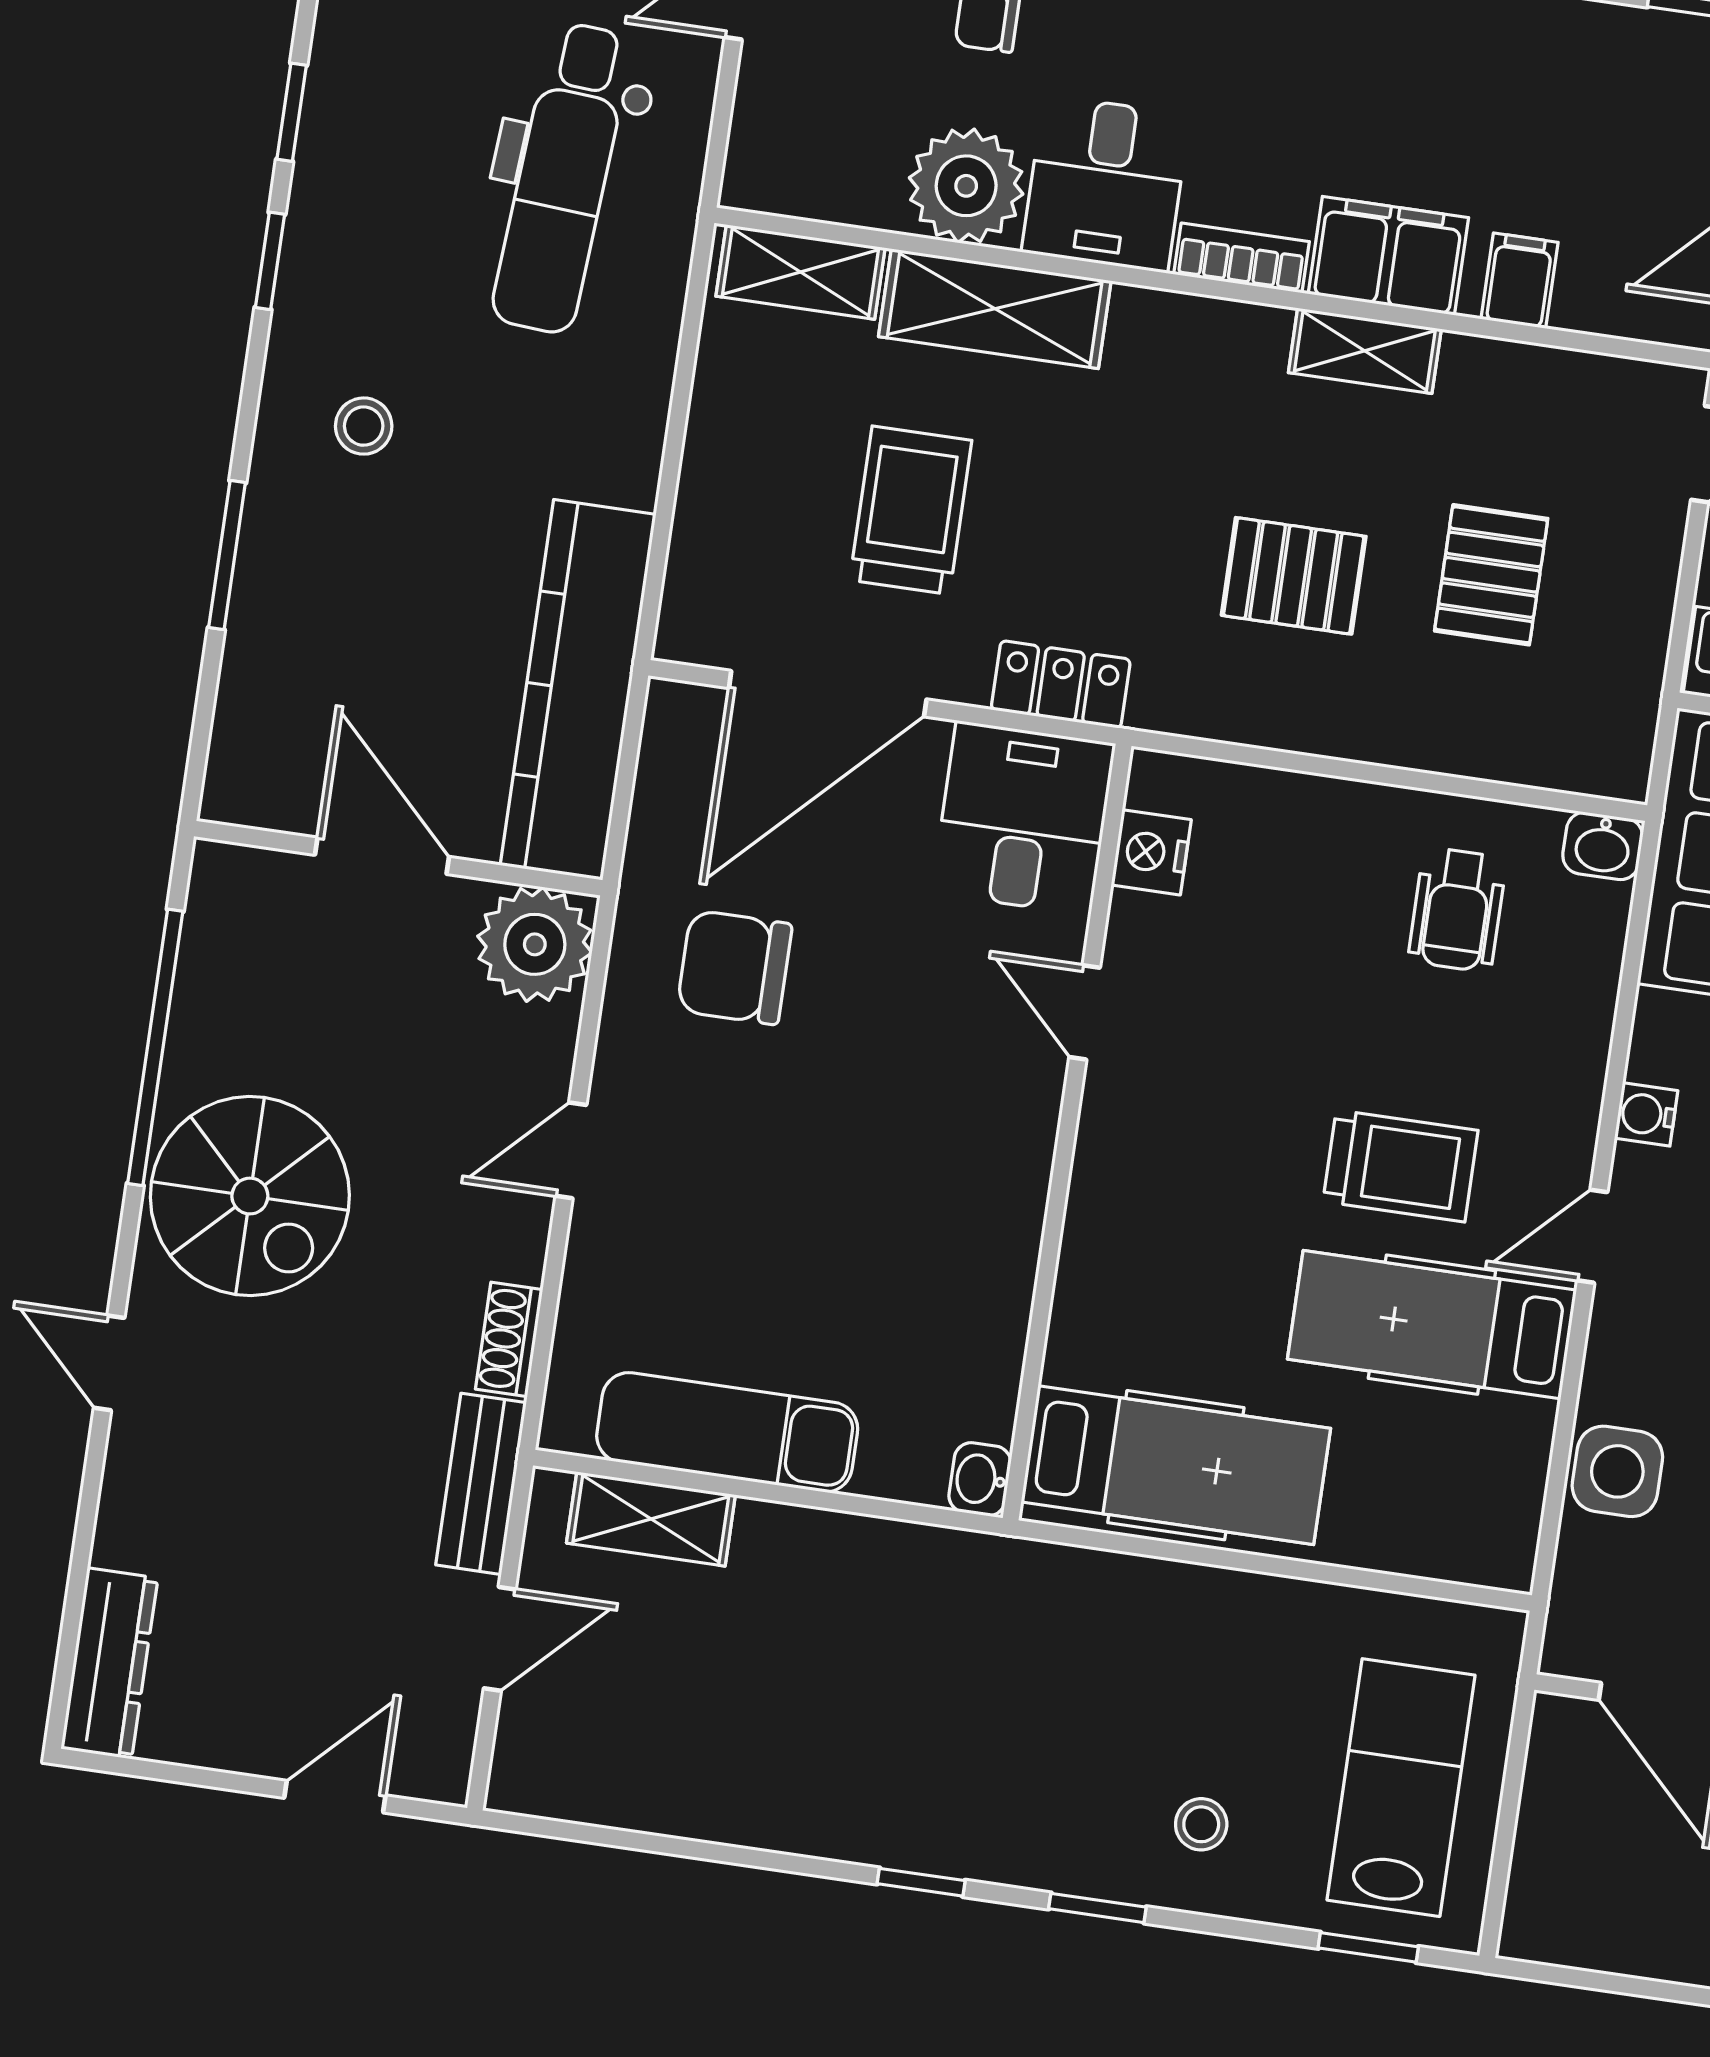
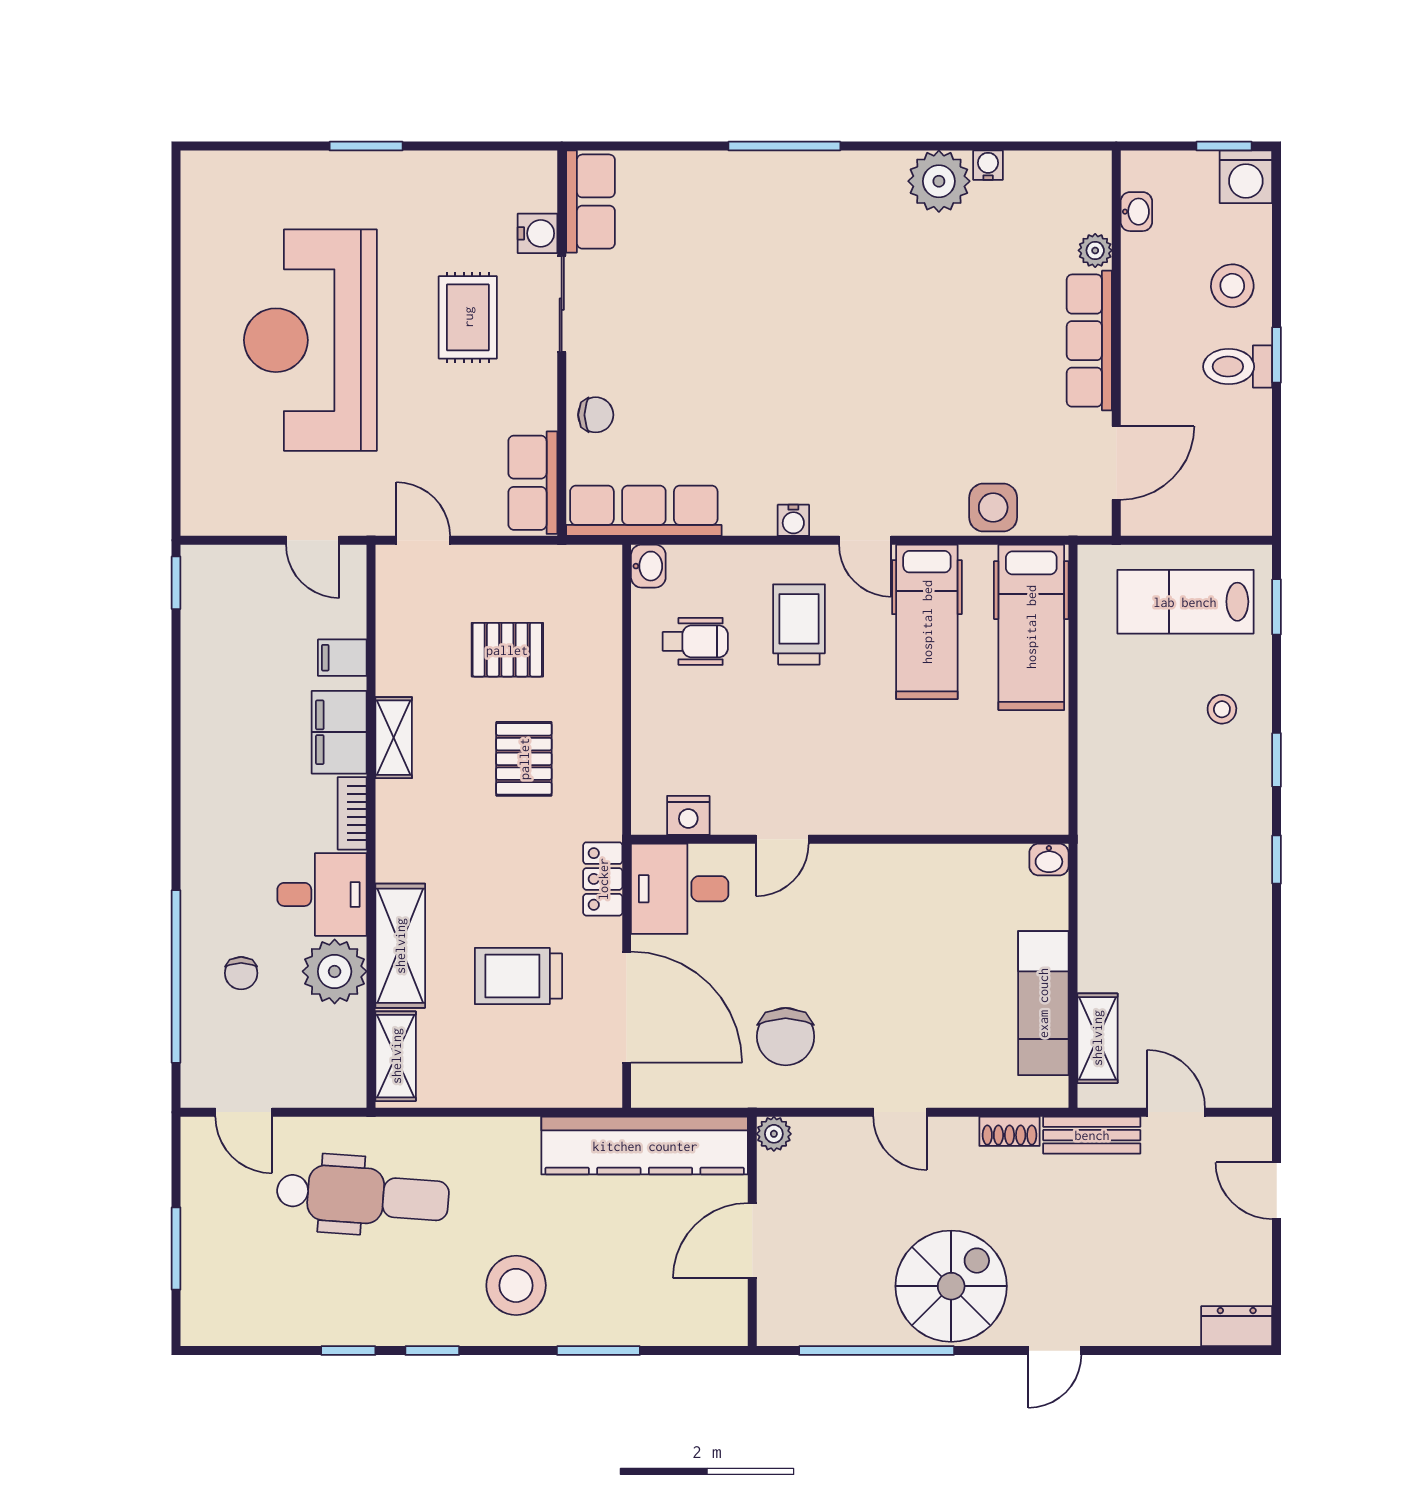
stool: (364, 426) -> (516, 1285), width x1.89, depth x1.89
plant: (535, 944) -> (774, 1134), width x0.53, depth x0.53
trolley: (1401, 1166) -> (799, 624), moved
hospital bed: (1176, 1465) -> (1031, 627), moved, turned 180
dresser: (109, 1663) -> (1237, 1326), width x0.70

